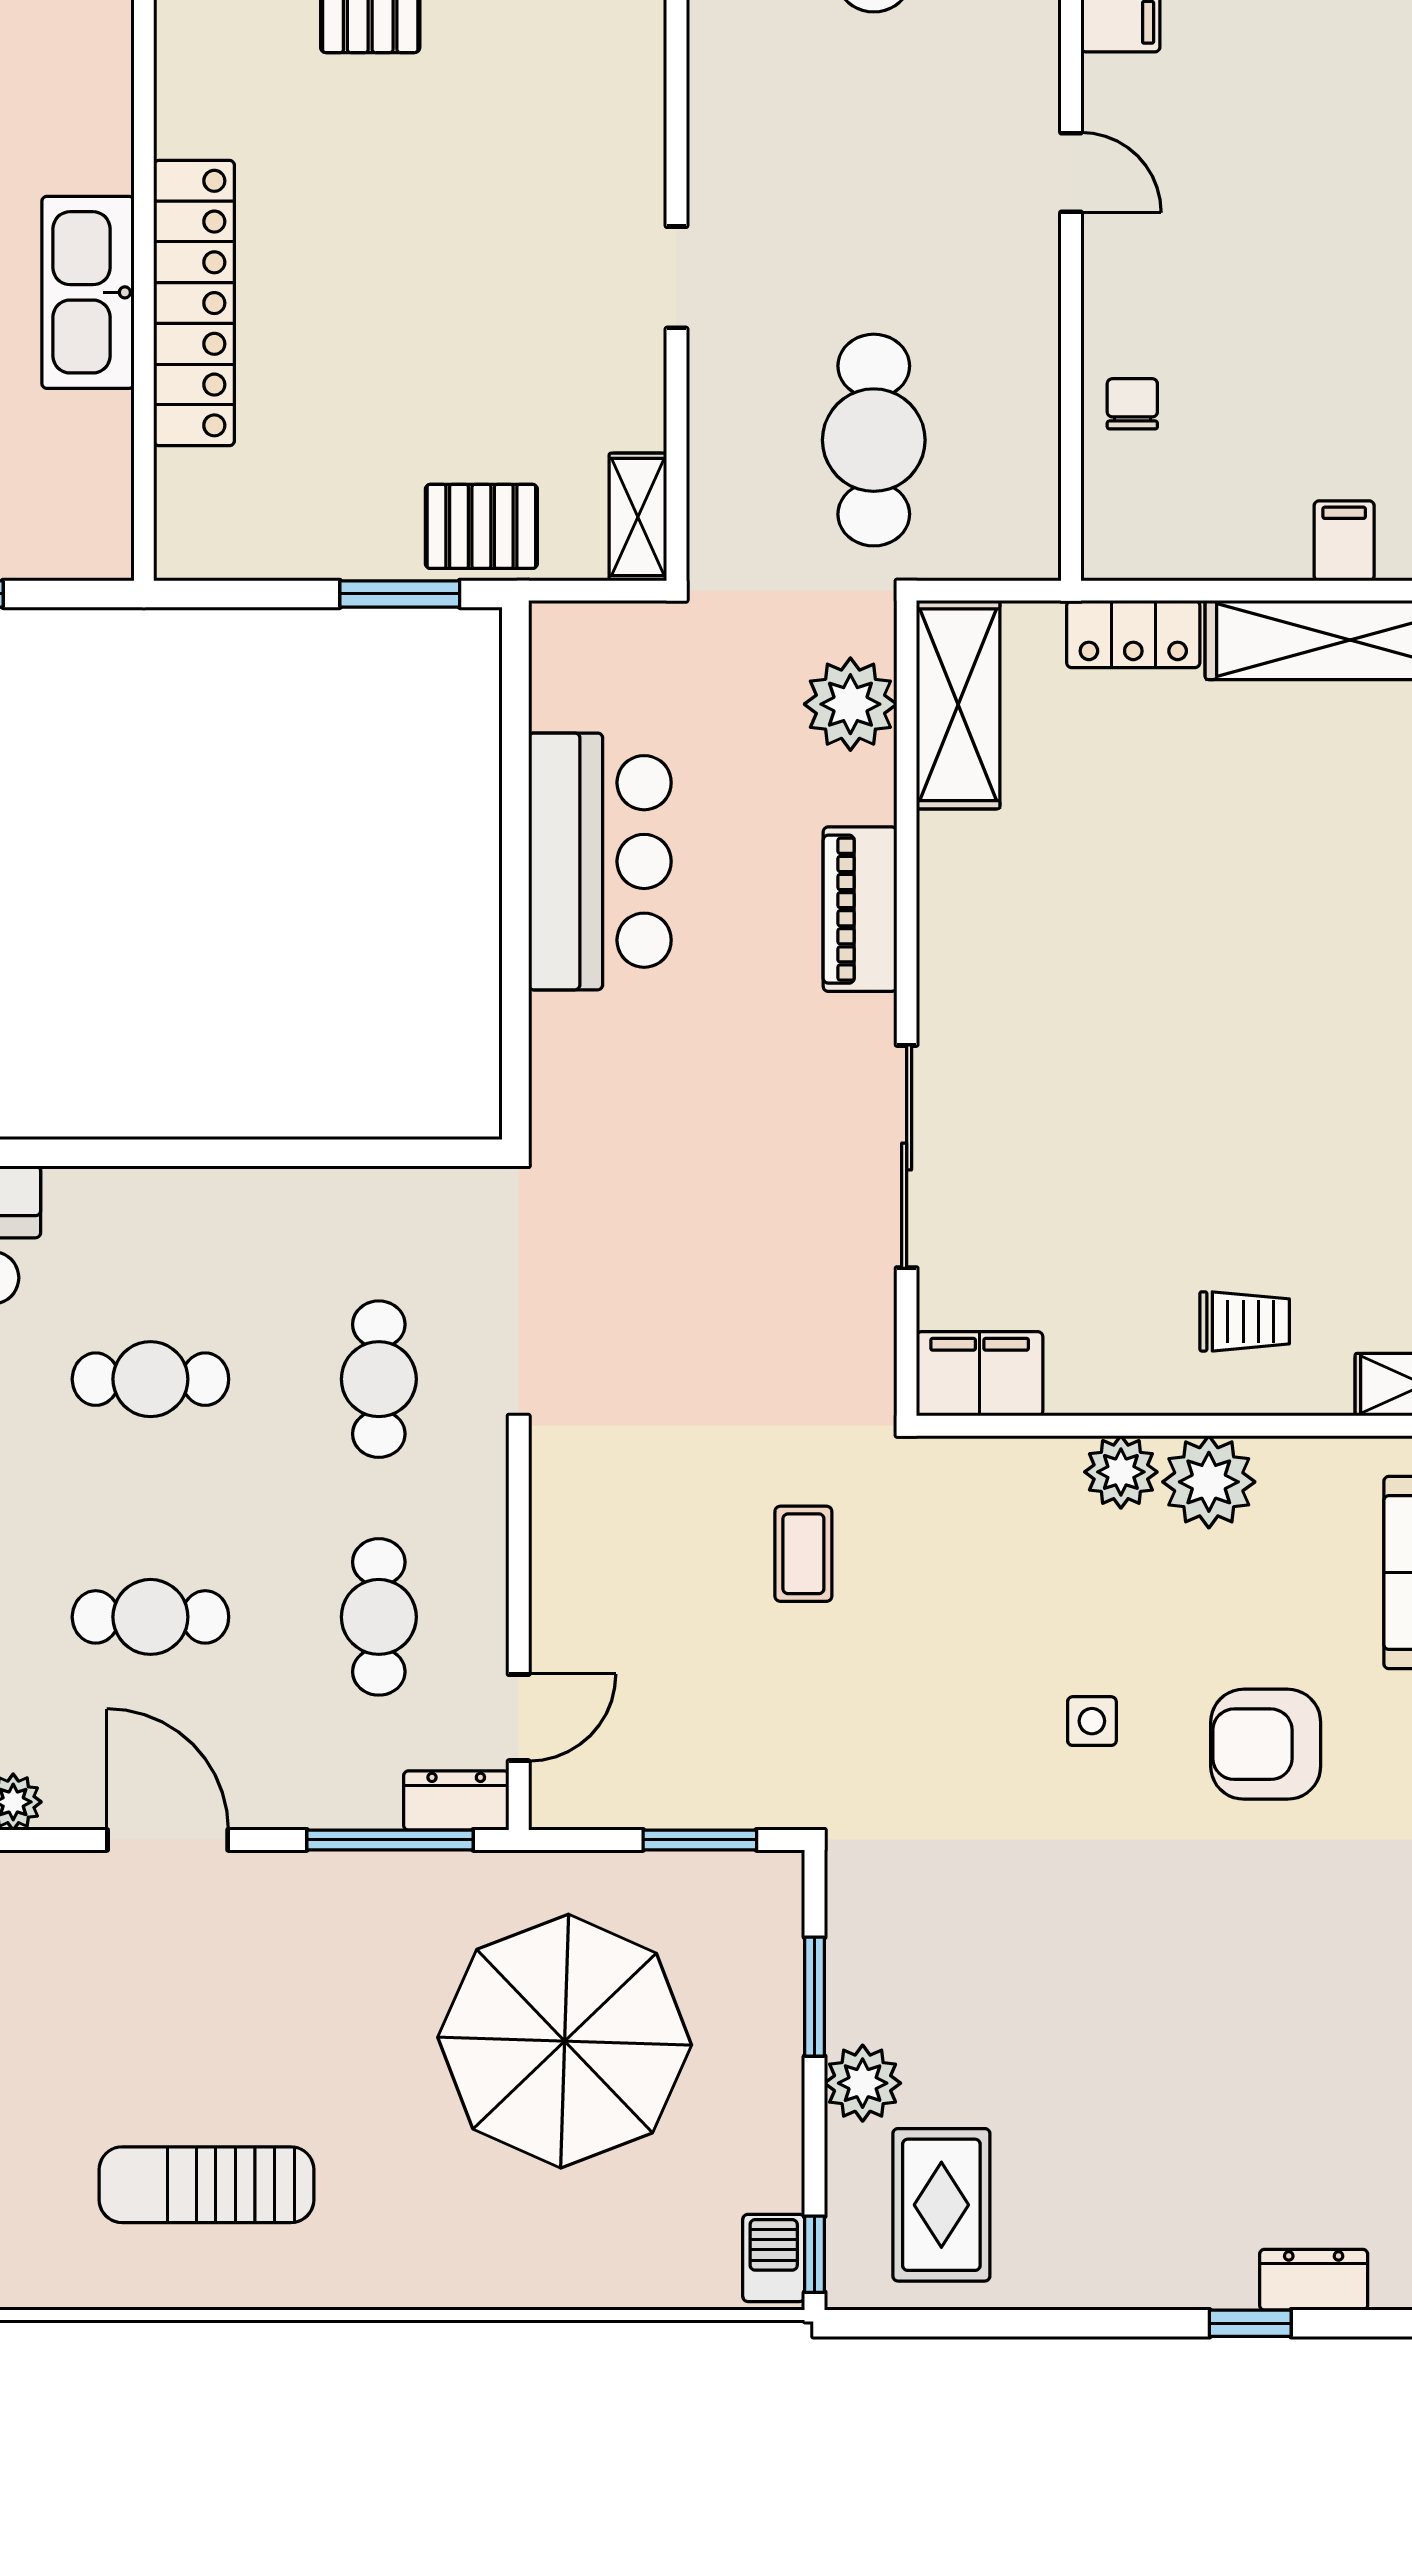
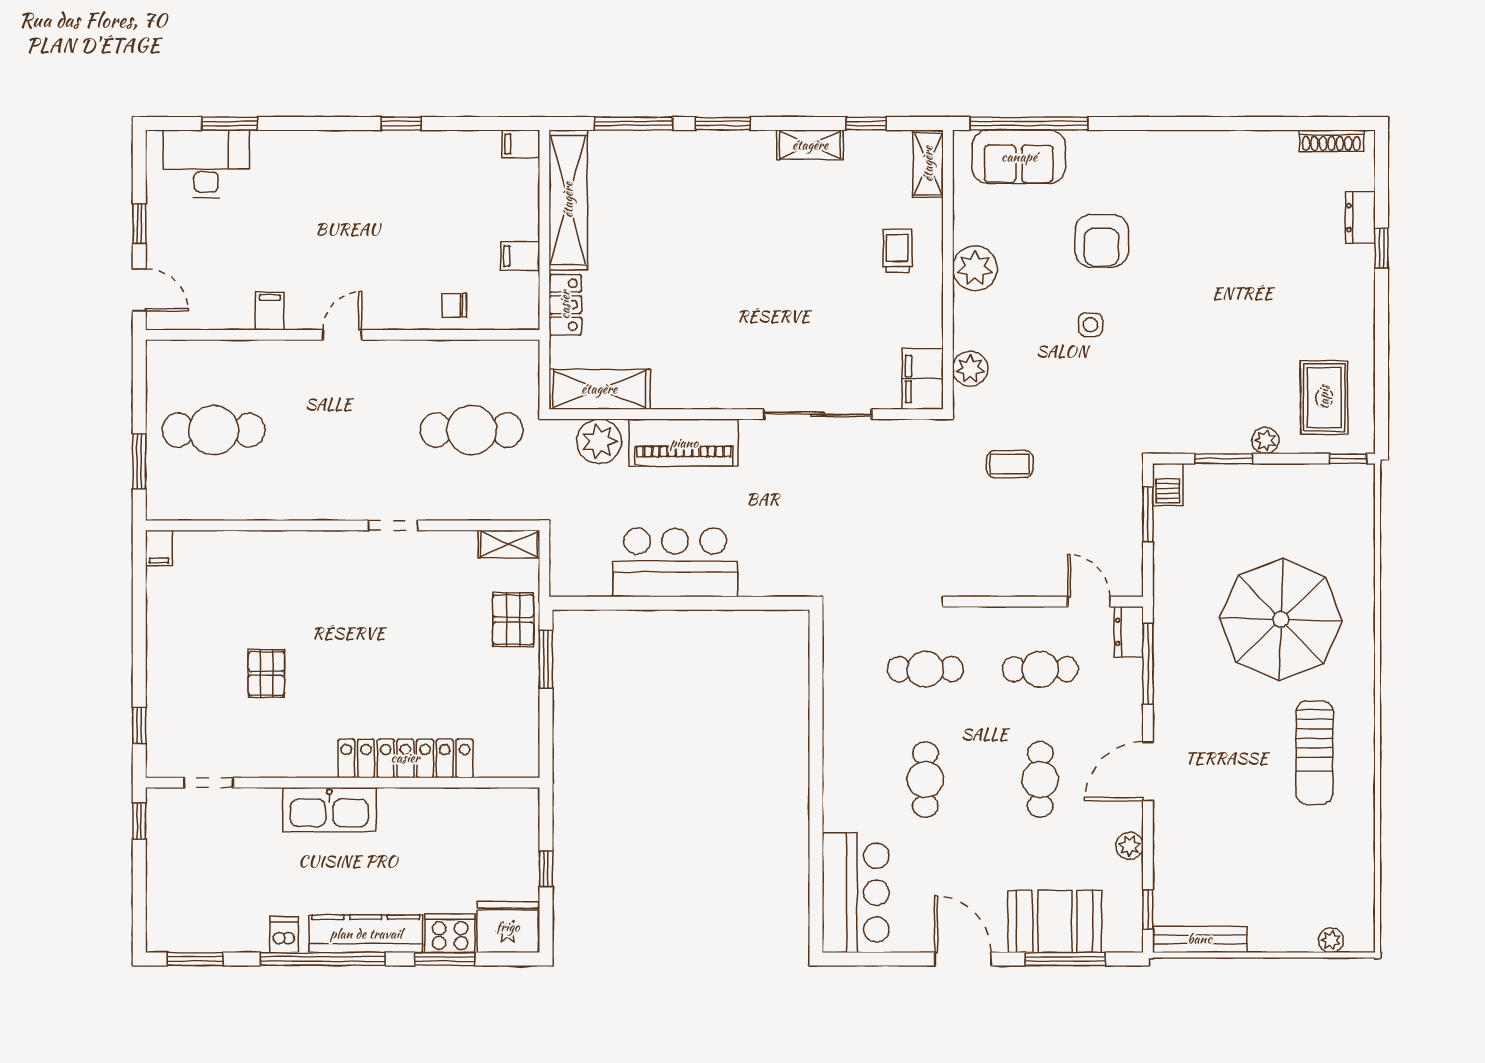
kitchen sink: (88, 292) -> (329, 810), moved
filing cabinet: (1344, 541) -> (520, 256), moved
piano: (860, 909) -> (684, 443), width x1.37, depth x1.33
plant: (1121, 1472) -> (970, 369), moved
parasol: (565, 2041) -> (1281, 619), moved
plant: (863, 2083) -> (1265, 441), width x0.73, depth x0.73
rug: (941, 2205) -> (1324, 397), turned 90
barbecue: (774, 2258) -> (1168, 485), moved, turned -90

